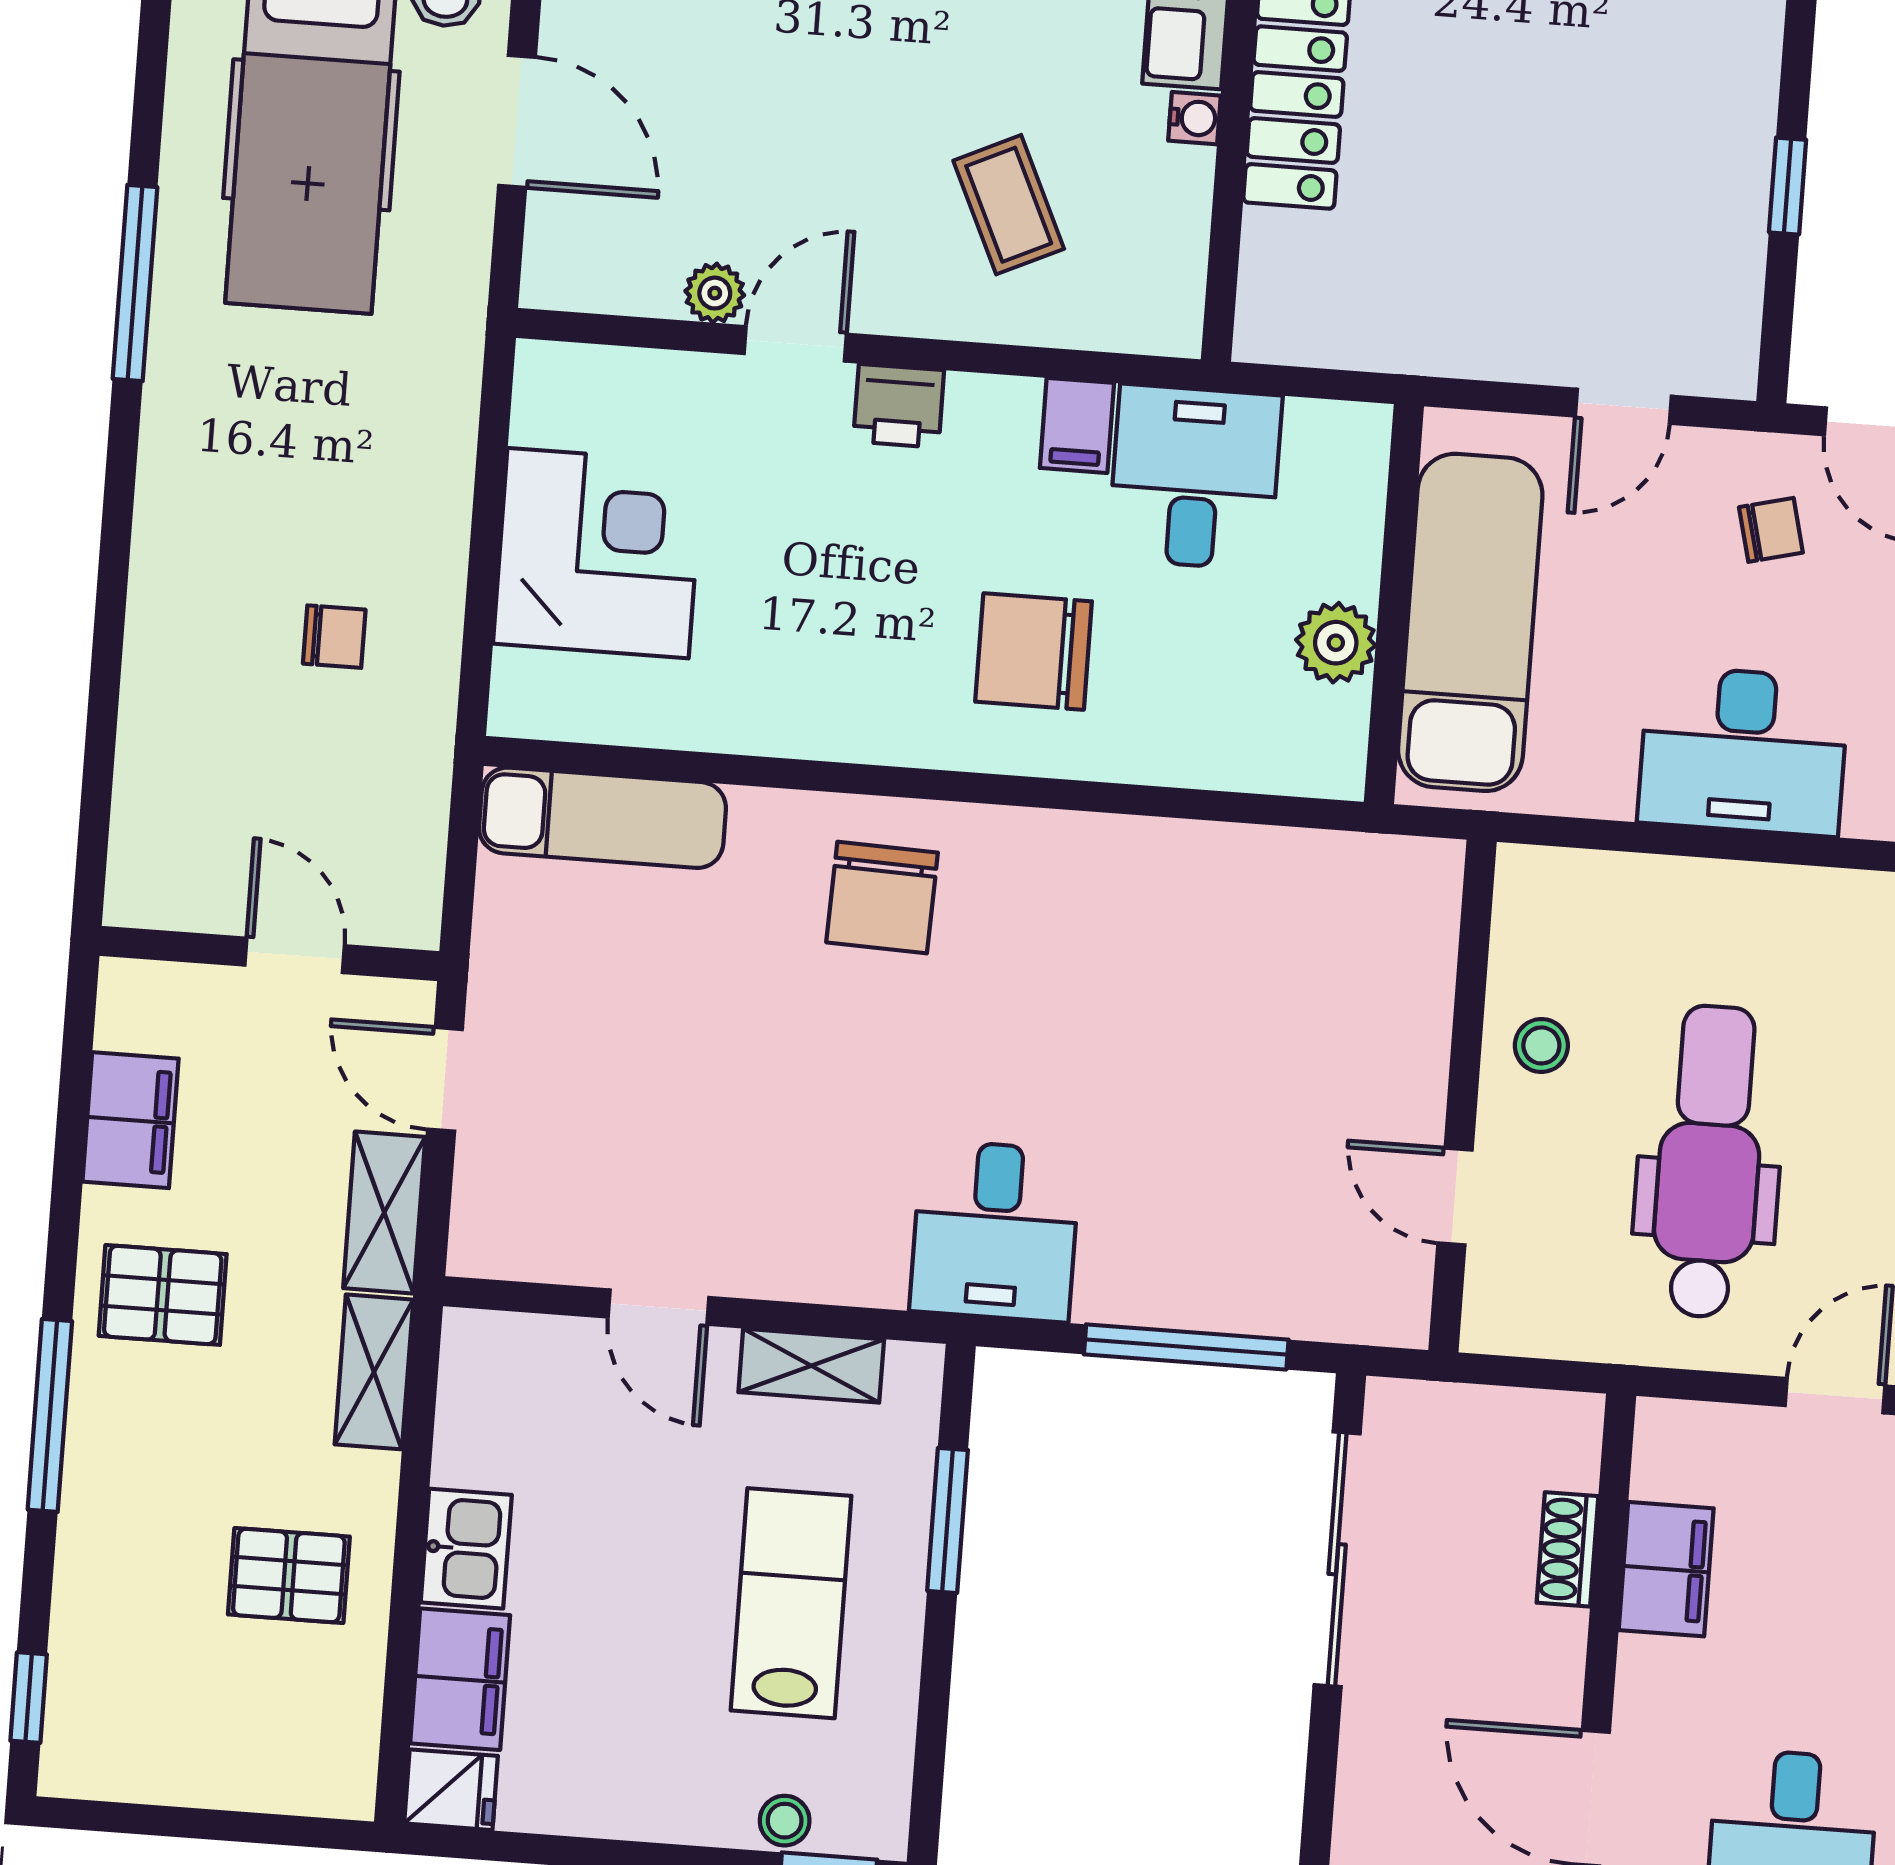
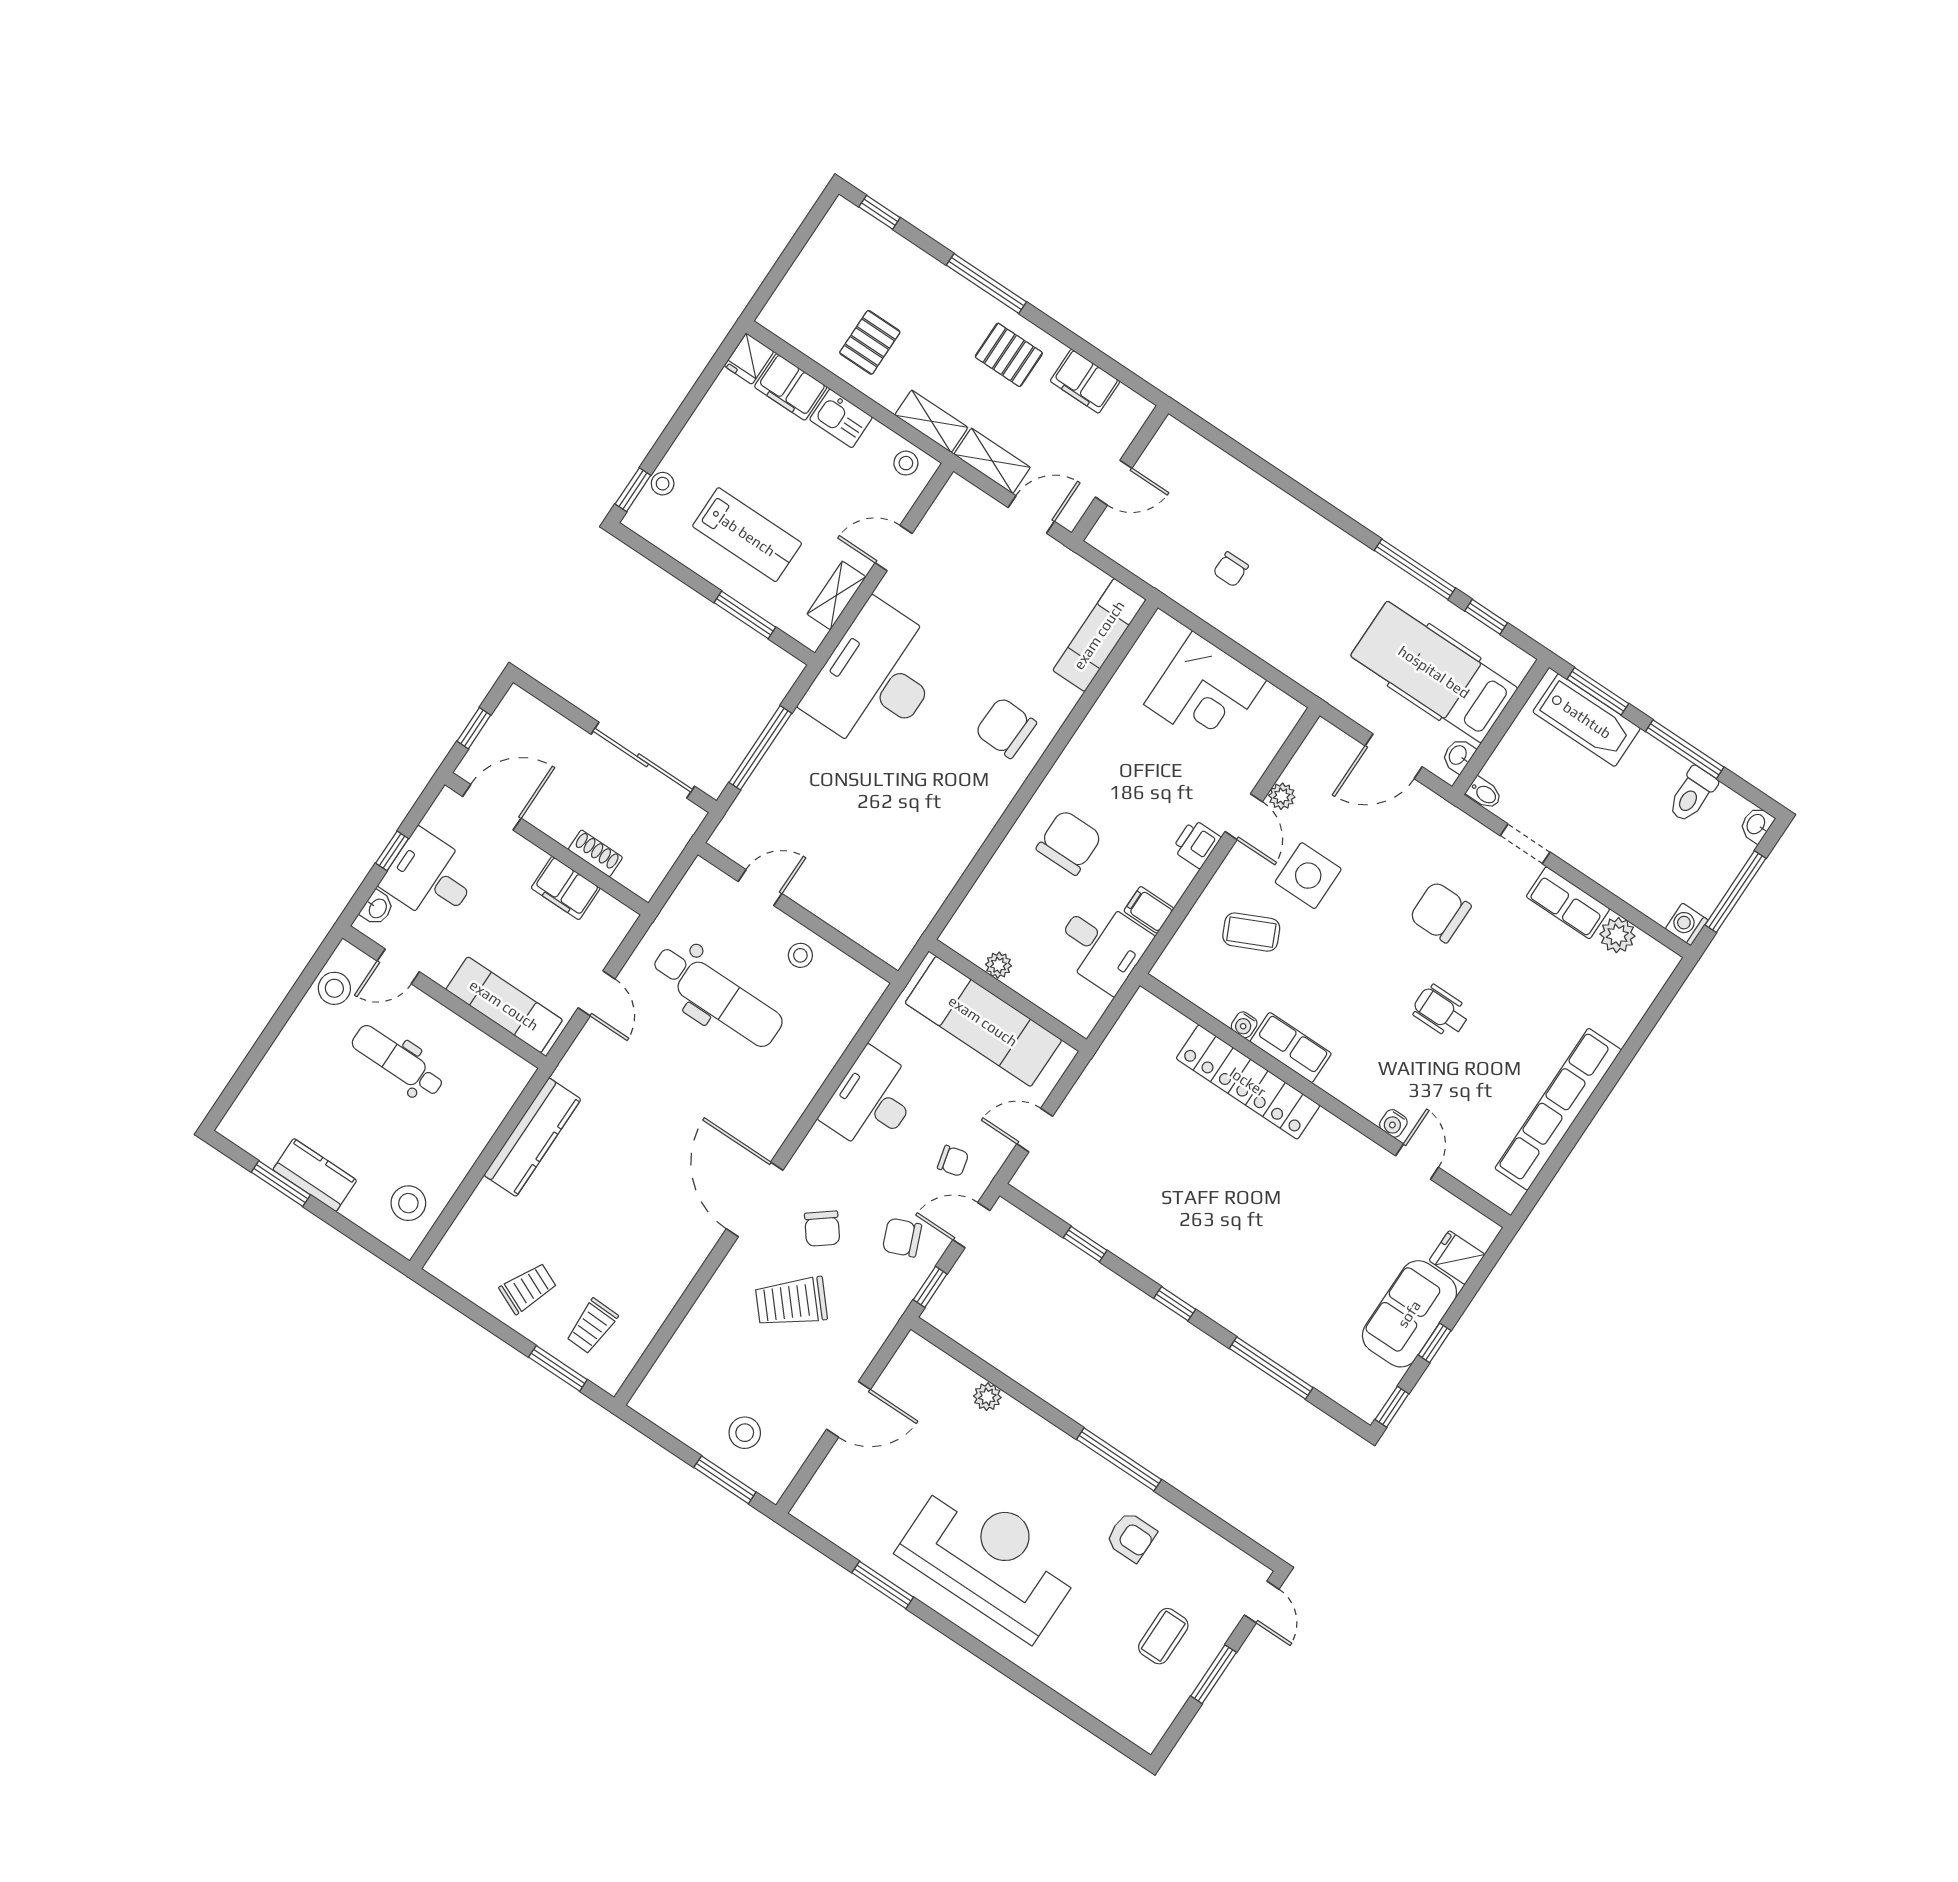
window: (149, 95) -> (1486, 617), added
side table: (839, 157) -> (1308, 876), added
door: (1623, 406) -> (1035, 1130), hinge flipped
chair: (1771, 530) -> (953, 1161), turned -90
plant: (1336, 643) -> (998, 965), width x0.73, depth x0.73
desk: (995, 1231) -> (876, 678), width x1.87, depth x1.30
pallet: (163, 1295) -> (1009, 355), turned 90
stool: (482, 1376) -> (906, 463), added

